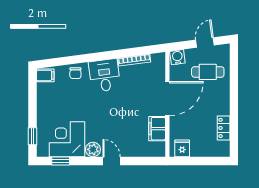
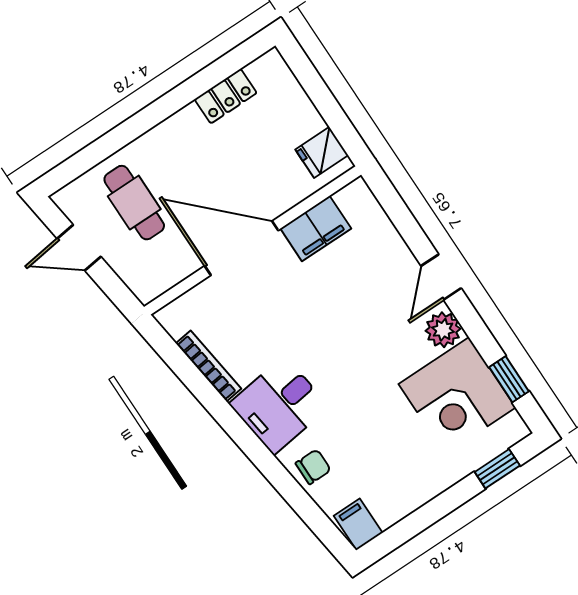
water cooler: (177, 57) -> (145, 283), removed

